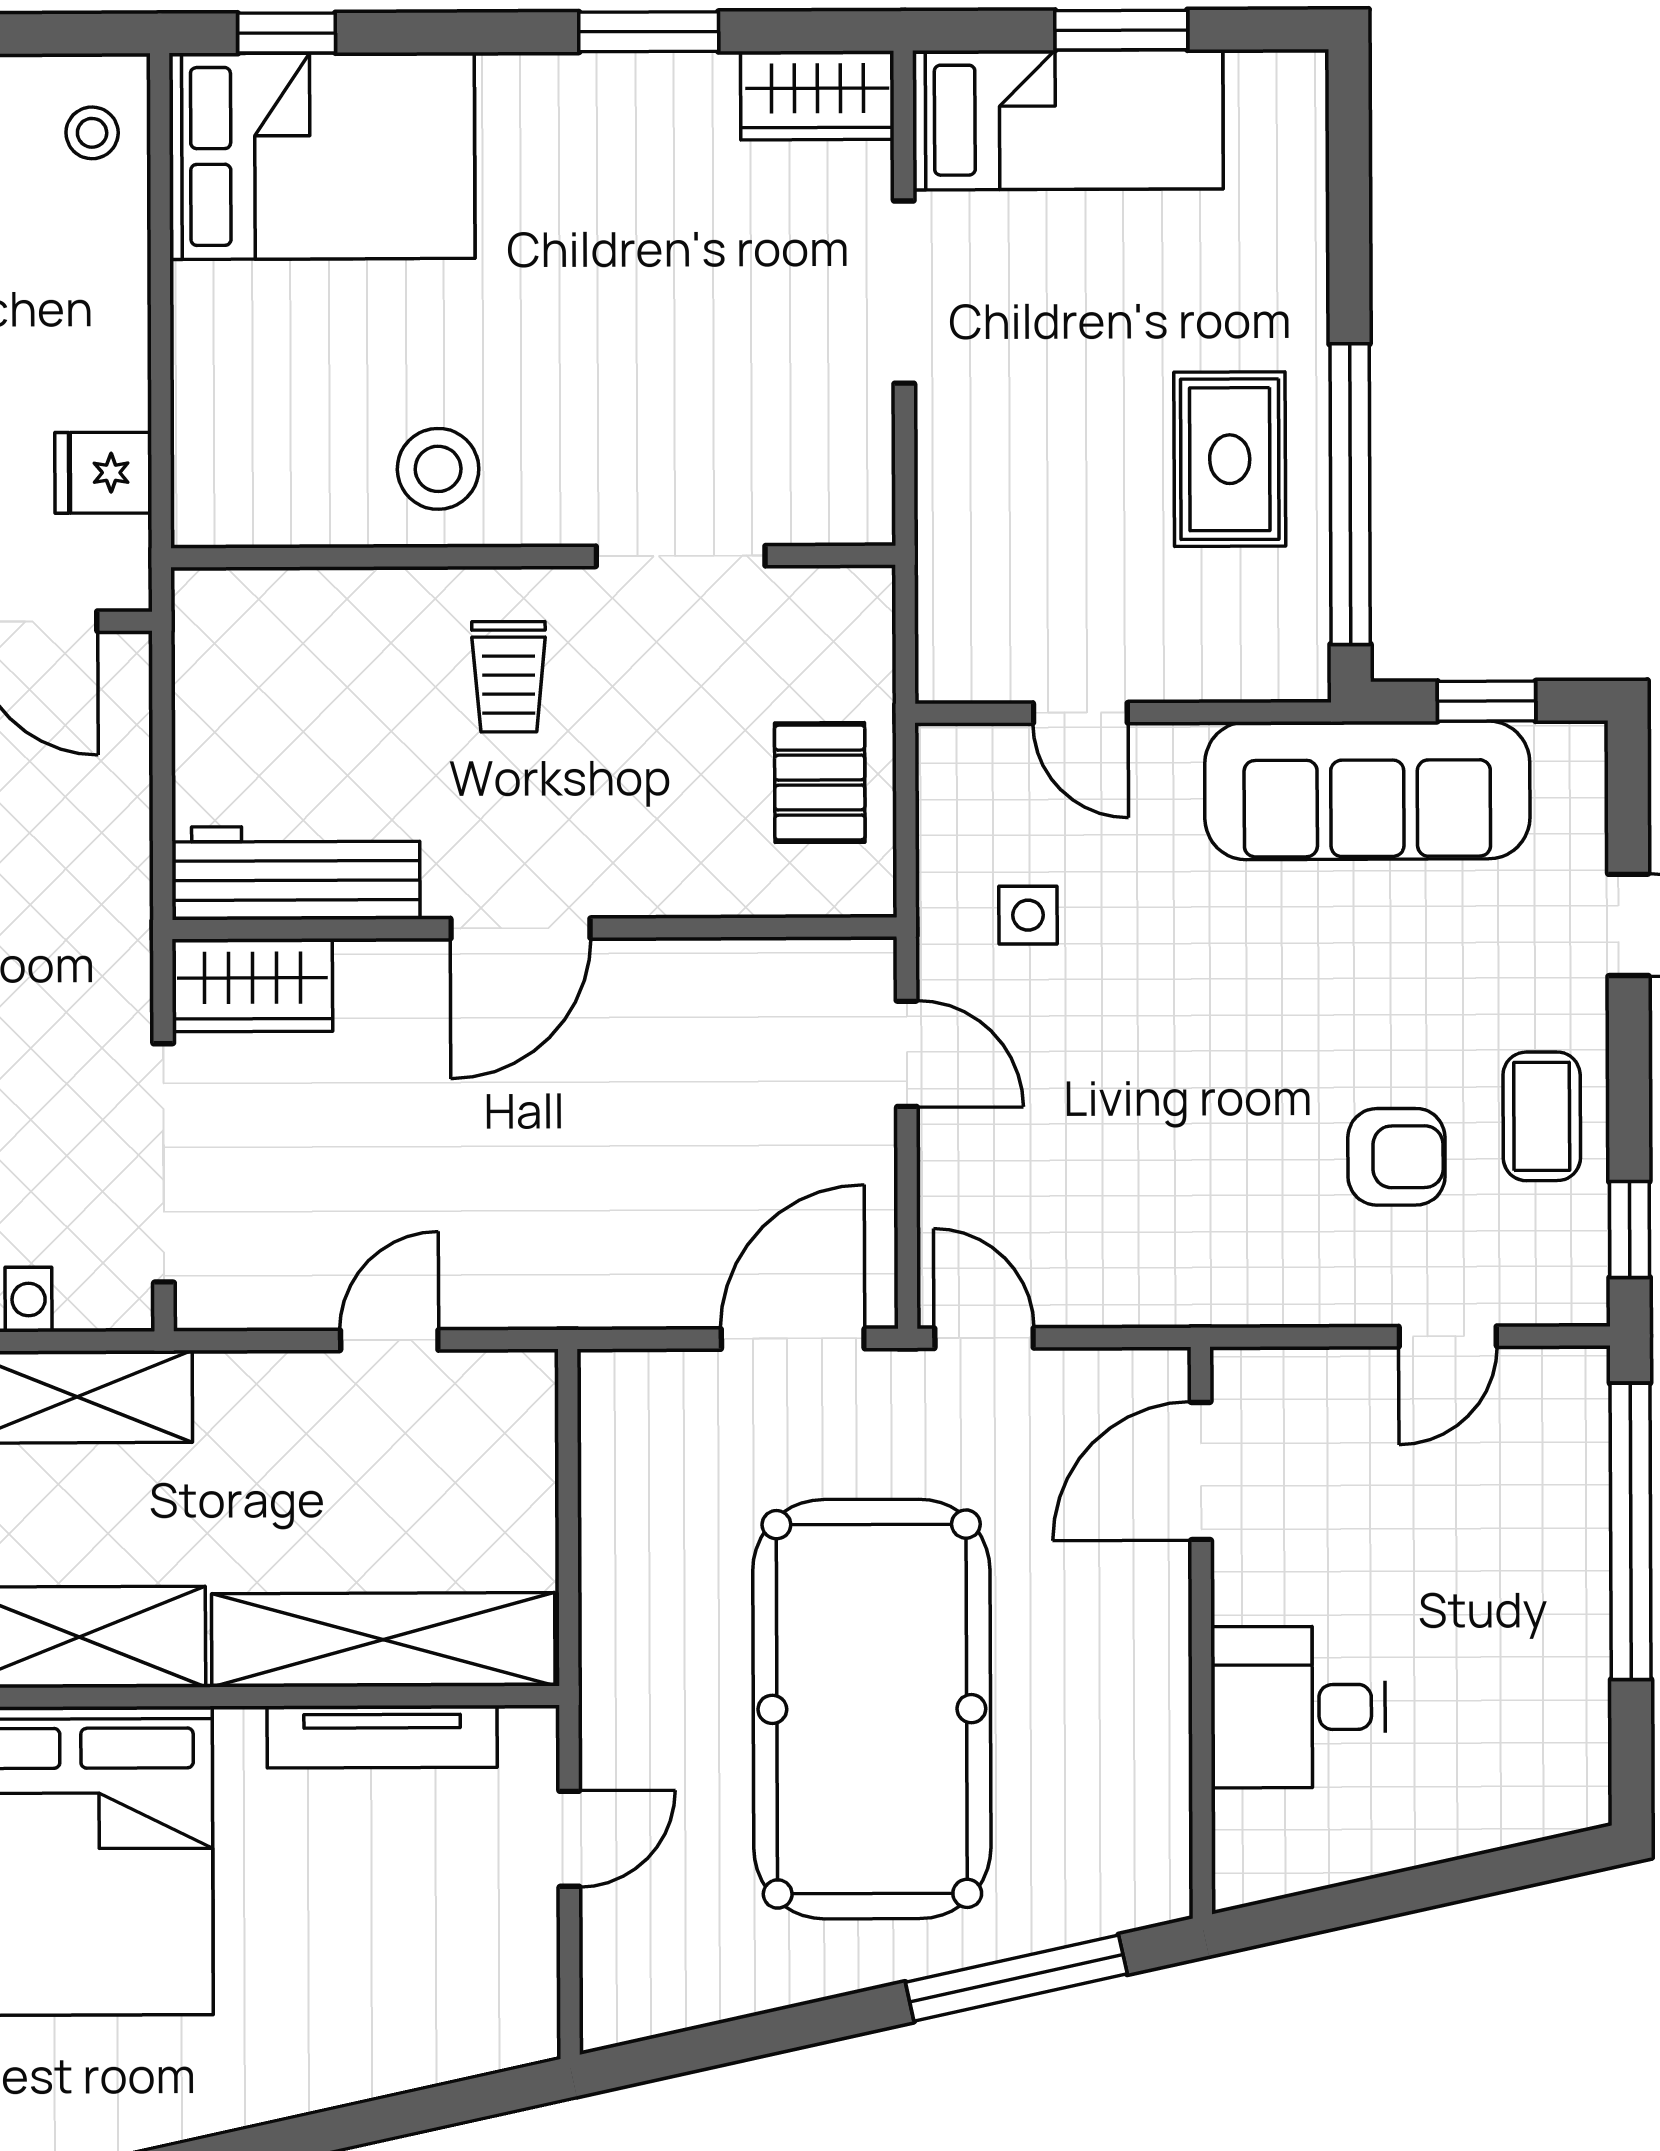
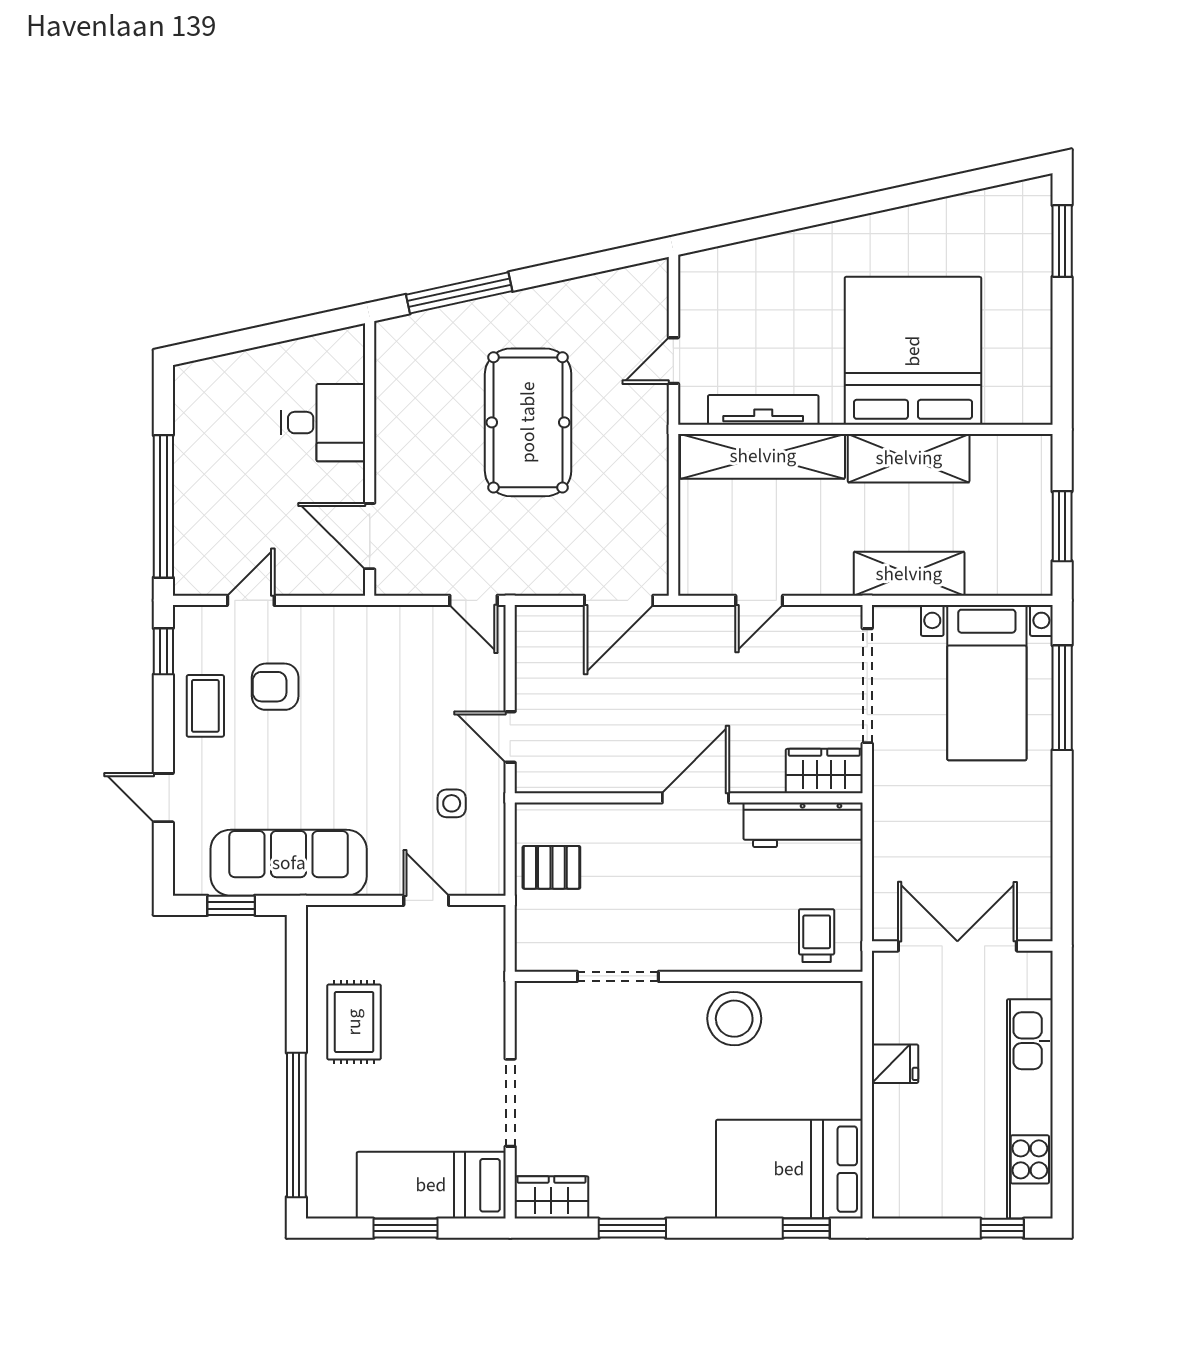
stool: (92, 133) -> (900, 1181), removed
stool: (438, 469) -> (734, 1019), width x1.38, depth x1.38
fridge: (103, 473) -> (895, 1064), moved
window: (1350, 494) -> (296, 1125), moved
trolley: (509, 677) -> (817, 936), moved
pallet: (820, 783) -> (551, 867), turned 90
door: (793, 1339) -> (619, 600), moved
door: (1201, 1471) -> (370, 536), swing flipped
pool table: (872, 1709) -> (528, 422), width x0.73, depth x0.76

